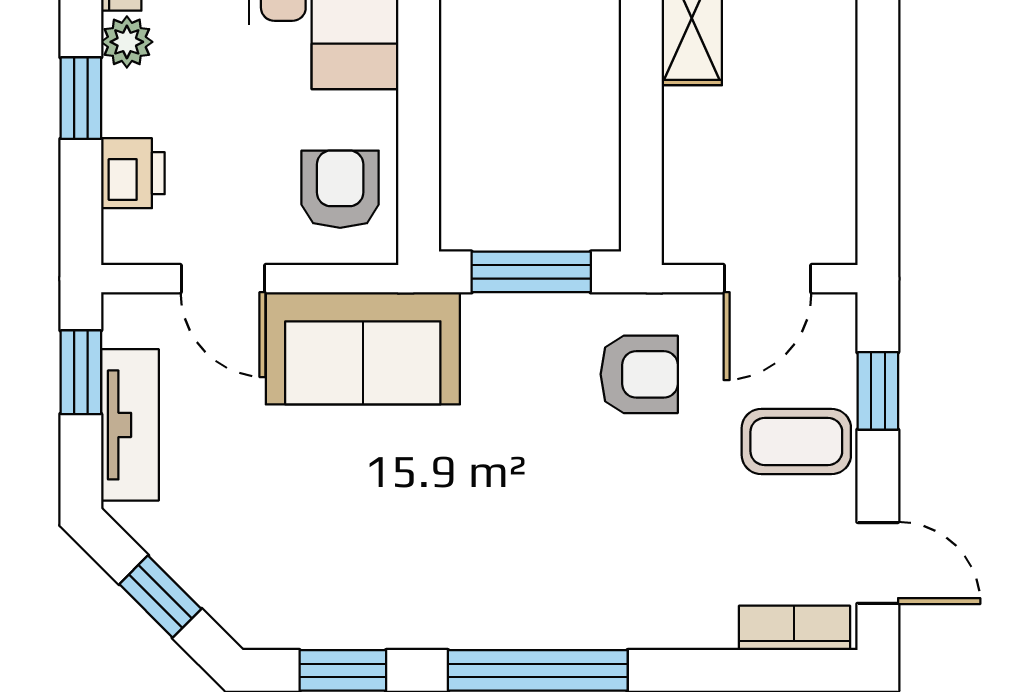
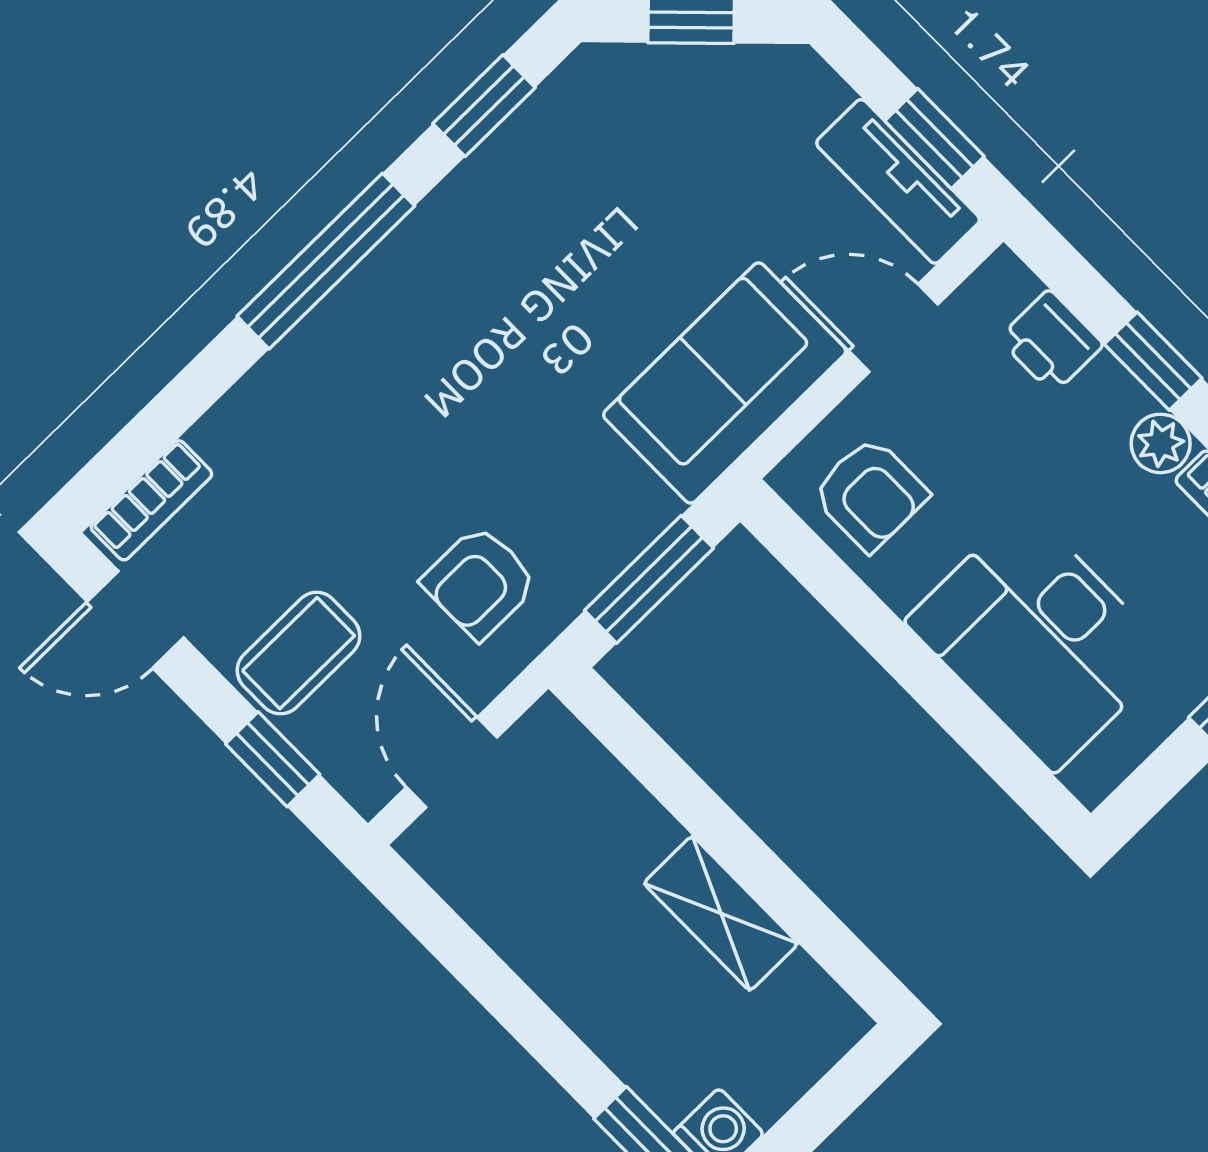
tv unit: (130, 425) -> (898, 181), moved

